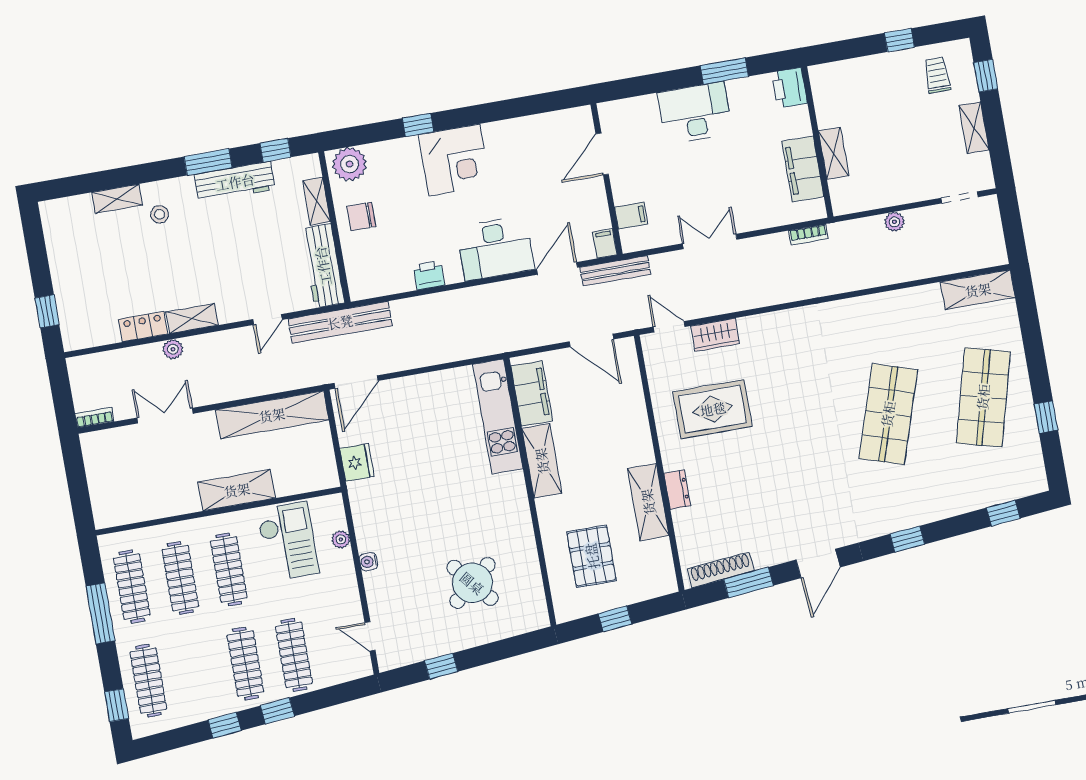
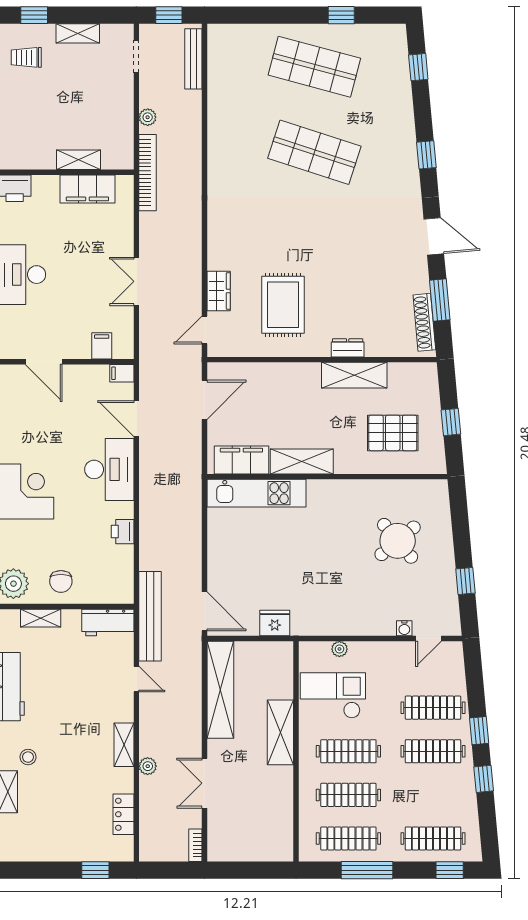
window: (1012, 225) -> (169, 15), added
bookcase: (808, 235) -> (148, 173), width x2.31, depth x1.31
workbench: (323, 266) -> (108, 622), width x0.73
bench: (615, 271) -> (193, 59), moved
shelving: (978, 290) -> (220, 55), removed
locker: (143, 327) -> (123, 814), moved
water cooler: (368, 562) -> (404, 628), moved

